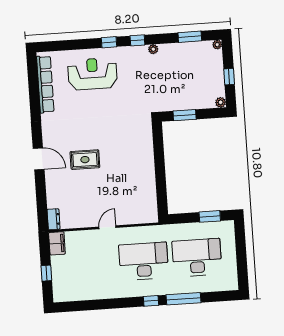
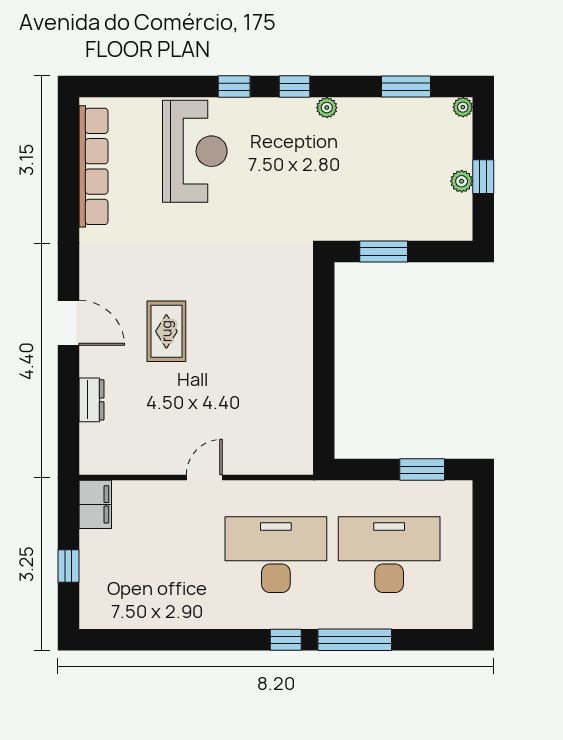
reception desk: (93, 74) -> (195, 151), turned 90
plant: (221, 102) -> (462, 181), moved
rug: (85, 160) -> (166, 331), turned 90
dresser: (54, 219) -> (91, 400), moved

